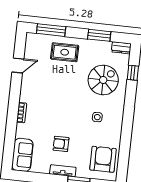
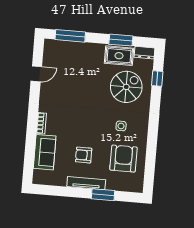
rug: (65, 52) -> (119, 56), moved
sofa: (22, 155) -> (45, 152), moved
armchair: (103, 159) -> (123, 159), moved
tv unit: (63, 171) -> (86, 183), width x1.41

